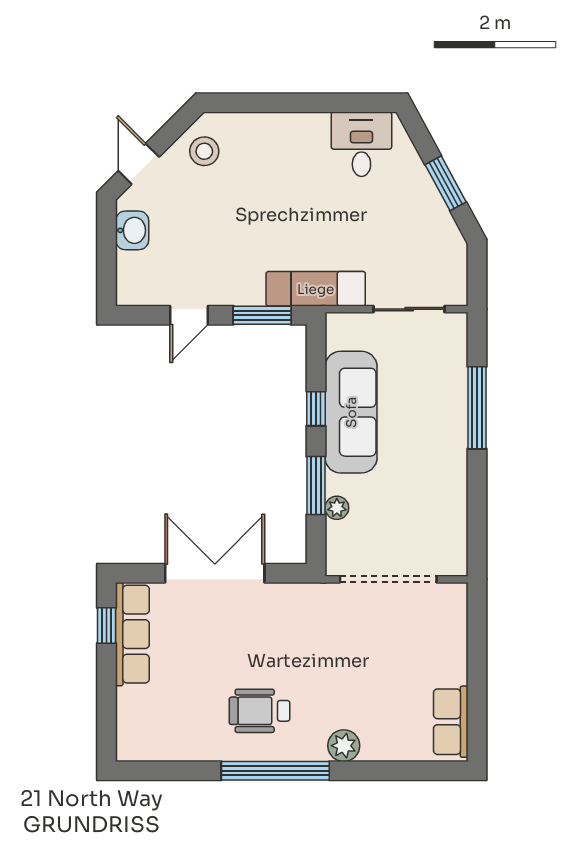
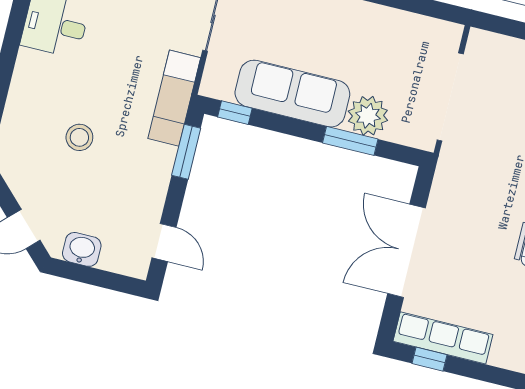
stool: (204, 151) -> (79, 137), moved
door: (189, 315) -> (164, 242), moved
window: (316, 409) -> (235, 113), moved
plant: (337, 508) -> (368, 116), width x1.87, depth x1.87

